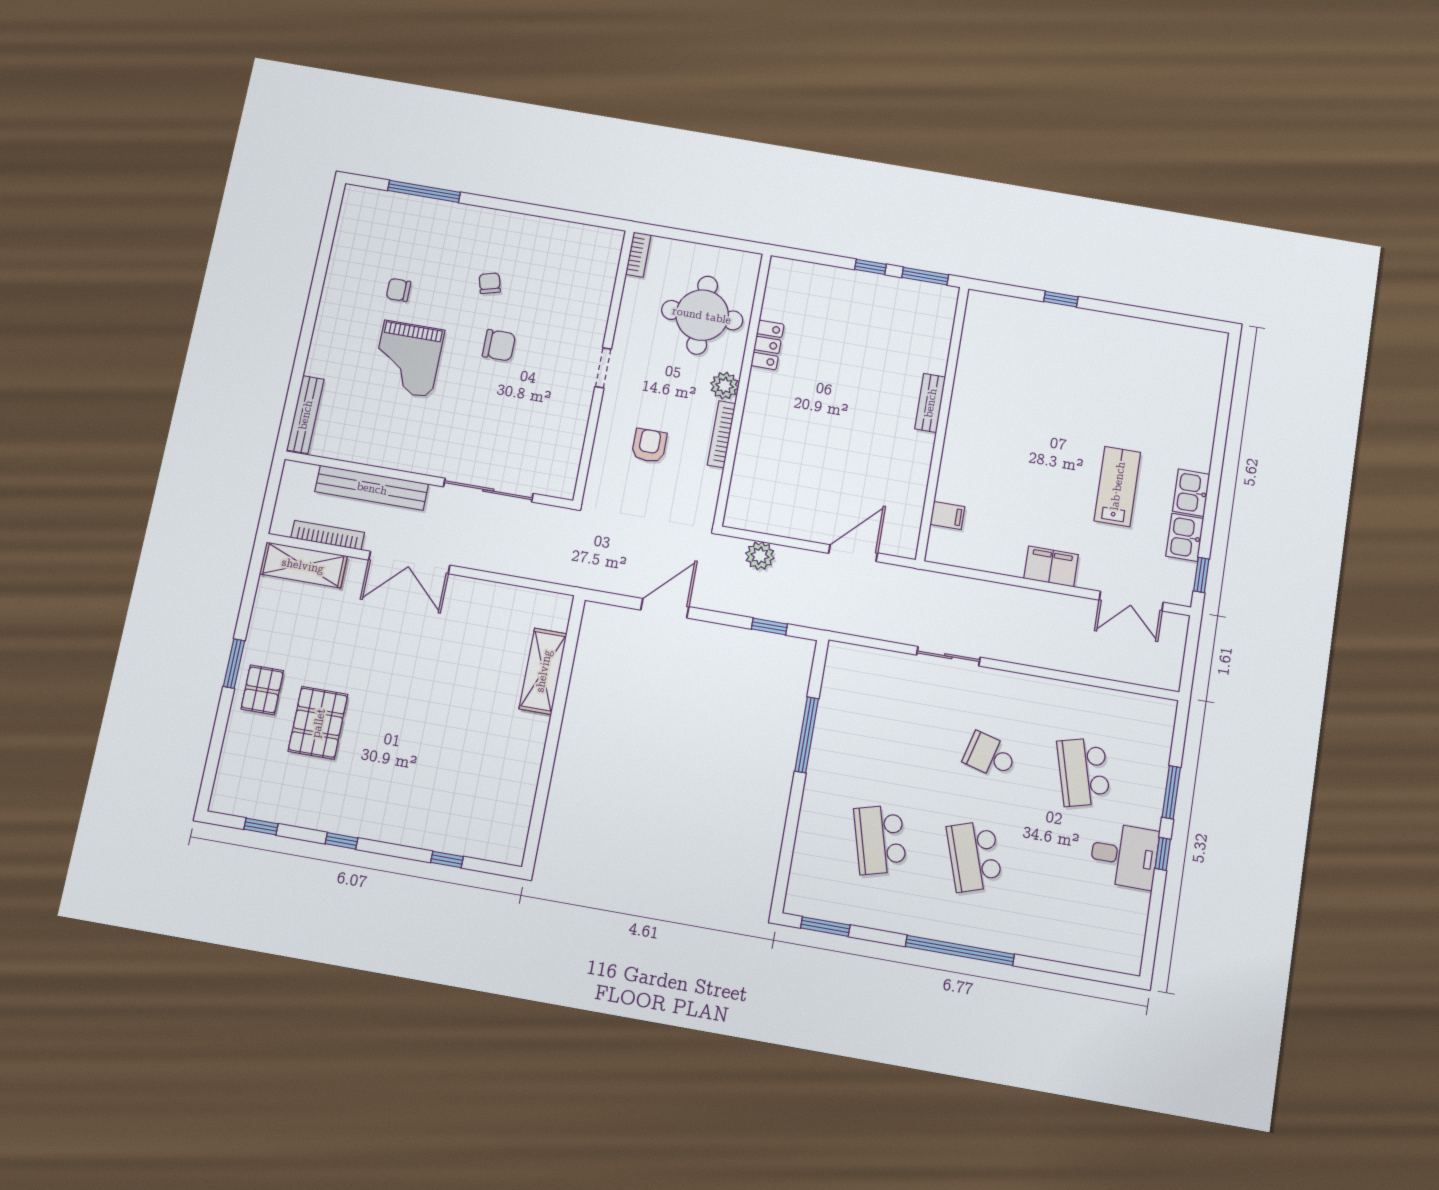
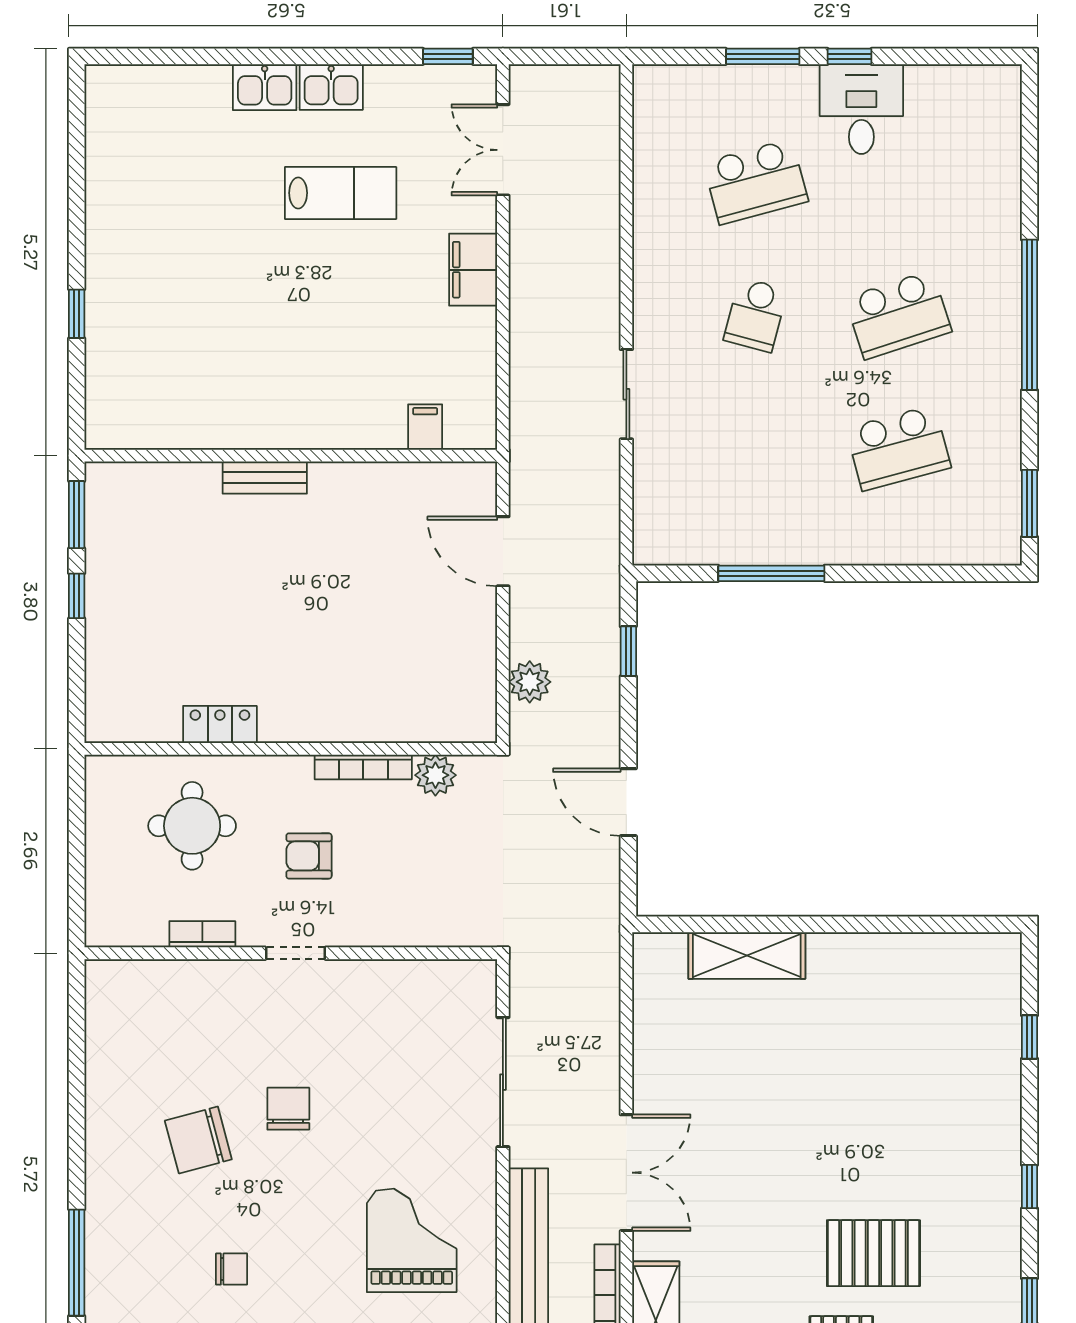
bookcase: (638, 255) -> (202, 934), moved
chair: (490, 283) -> (198, 1140), width x1.87, depth x1.87
chair: (399, 290) -> (232, 1269), turned -90
round table: (702, 315) -> (192, 826), width x0.73, depth x0.73
grand piano: (408, 359) -> (412, 1240), moved, turned -90
plant: (725, 386) -> (435, 775), moved
armchair: (649, 446) -> (309, 856), moved
lab bench: (1117, 486) -> (341, 193), turned 180
kitchen sink: (1185, 537) -> (265, 87), moved
double door: (1131, 601) -> (503, 150), swing flipped

